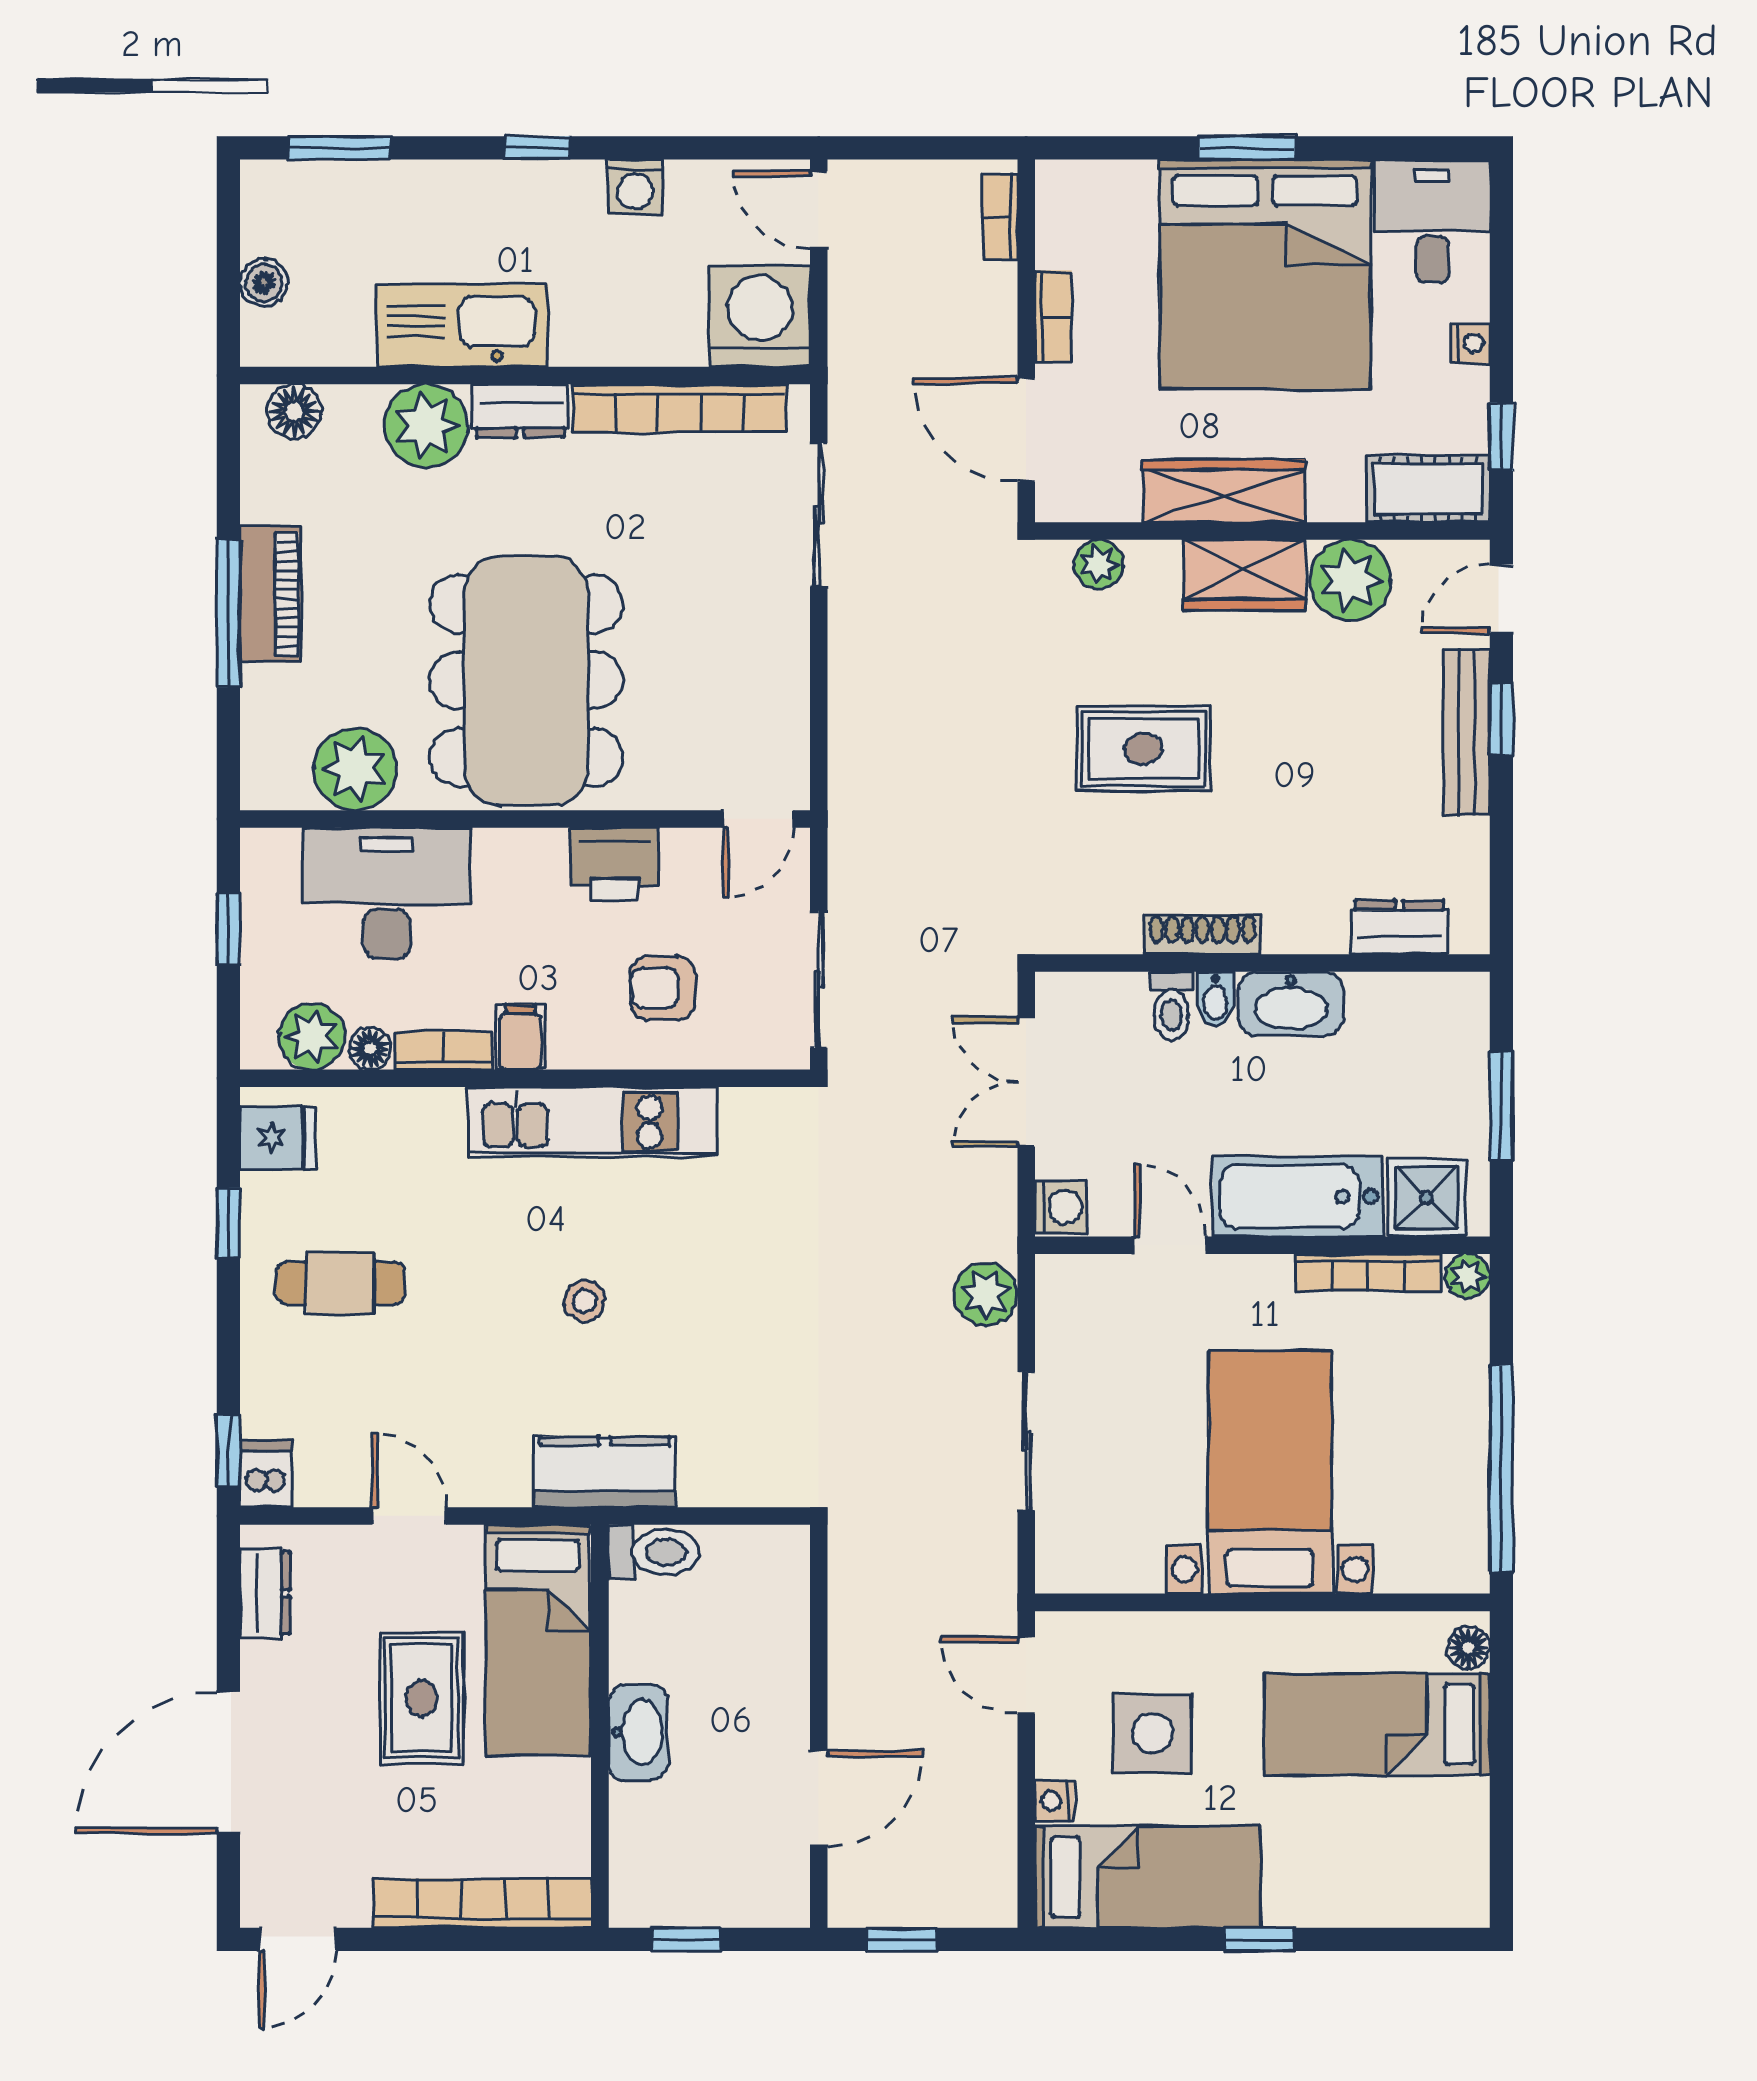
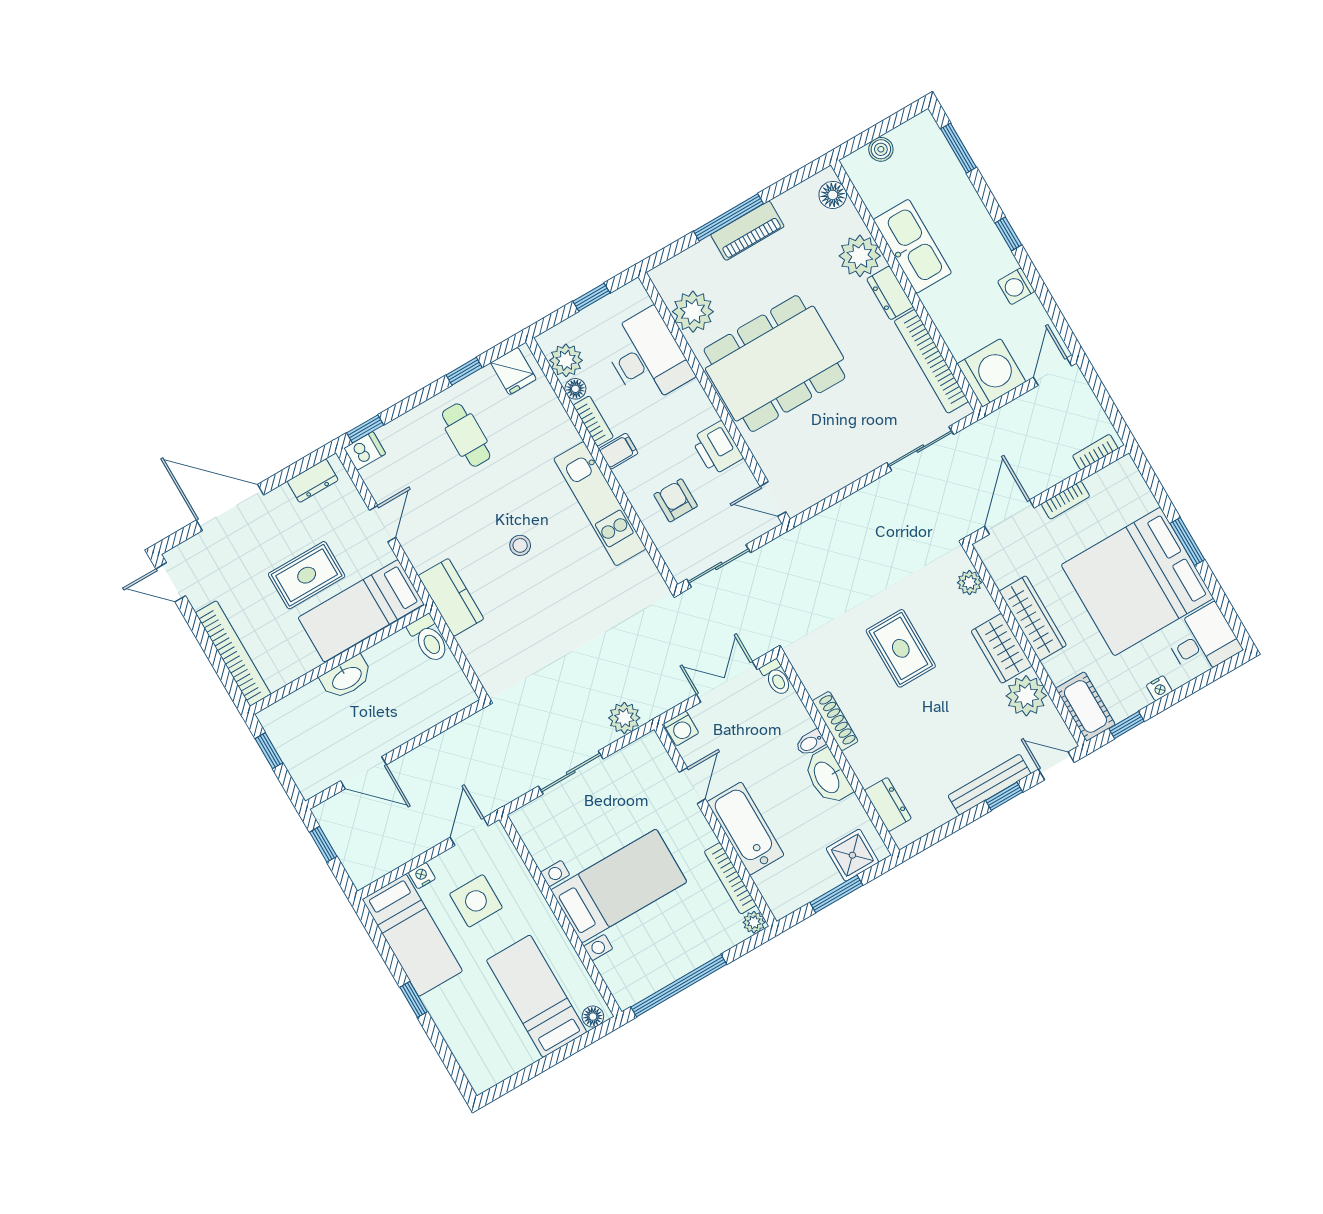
toilet: (1171, 1006) -> (776, 678), moved, turned -90
shower: (1426, 1198) -> (852, 855), moved

